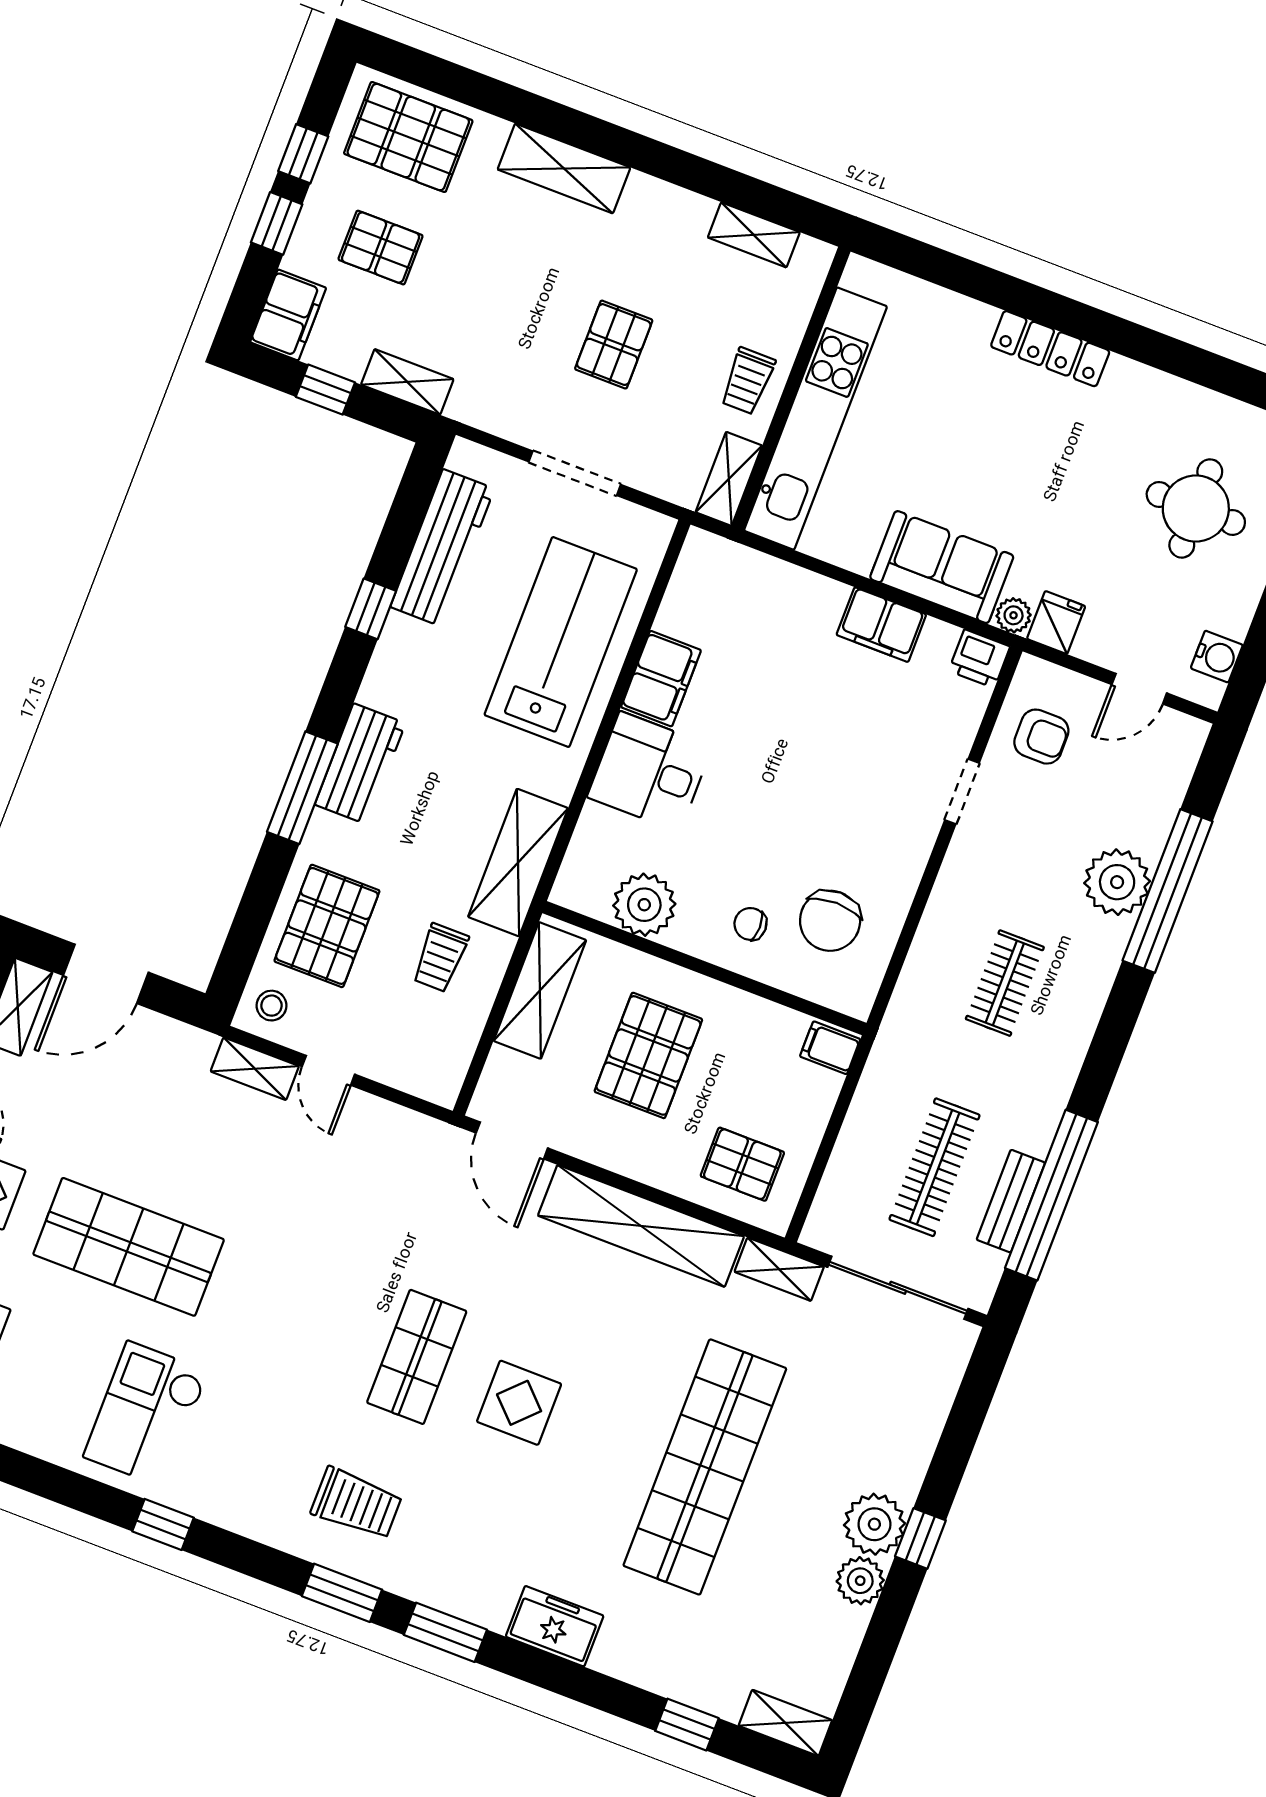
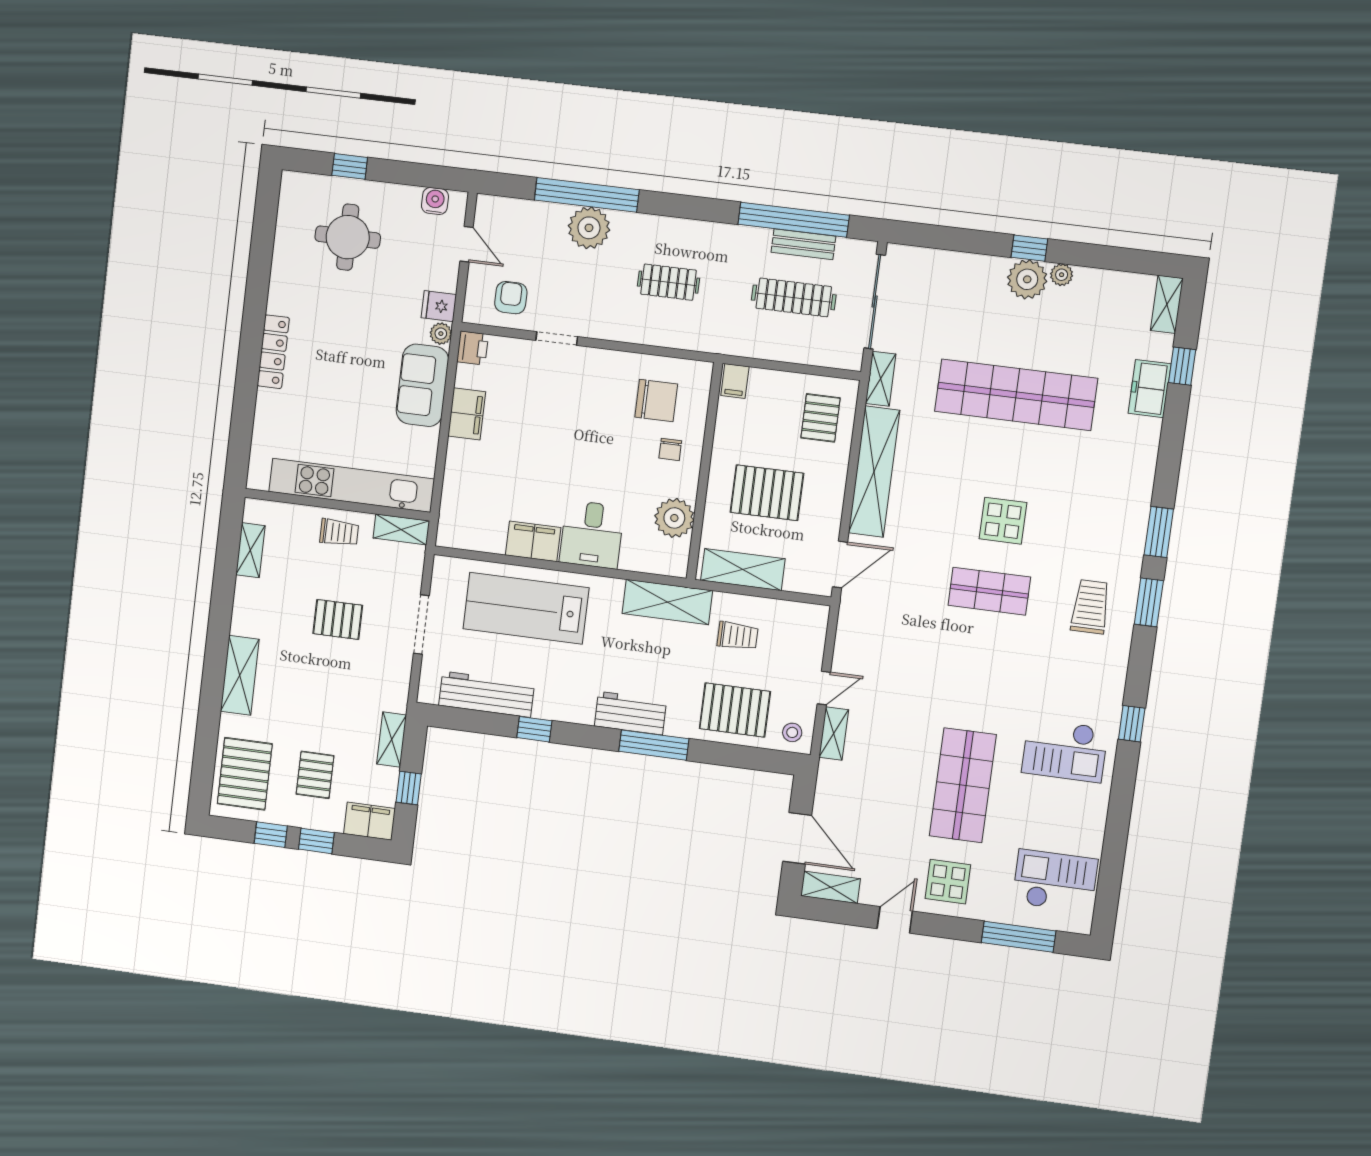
plant: (860, 1581) -> (1062, 275), width x0.73, depth x0.73
freezer: (555, 1626) -> (1150, 389), moved

